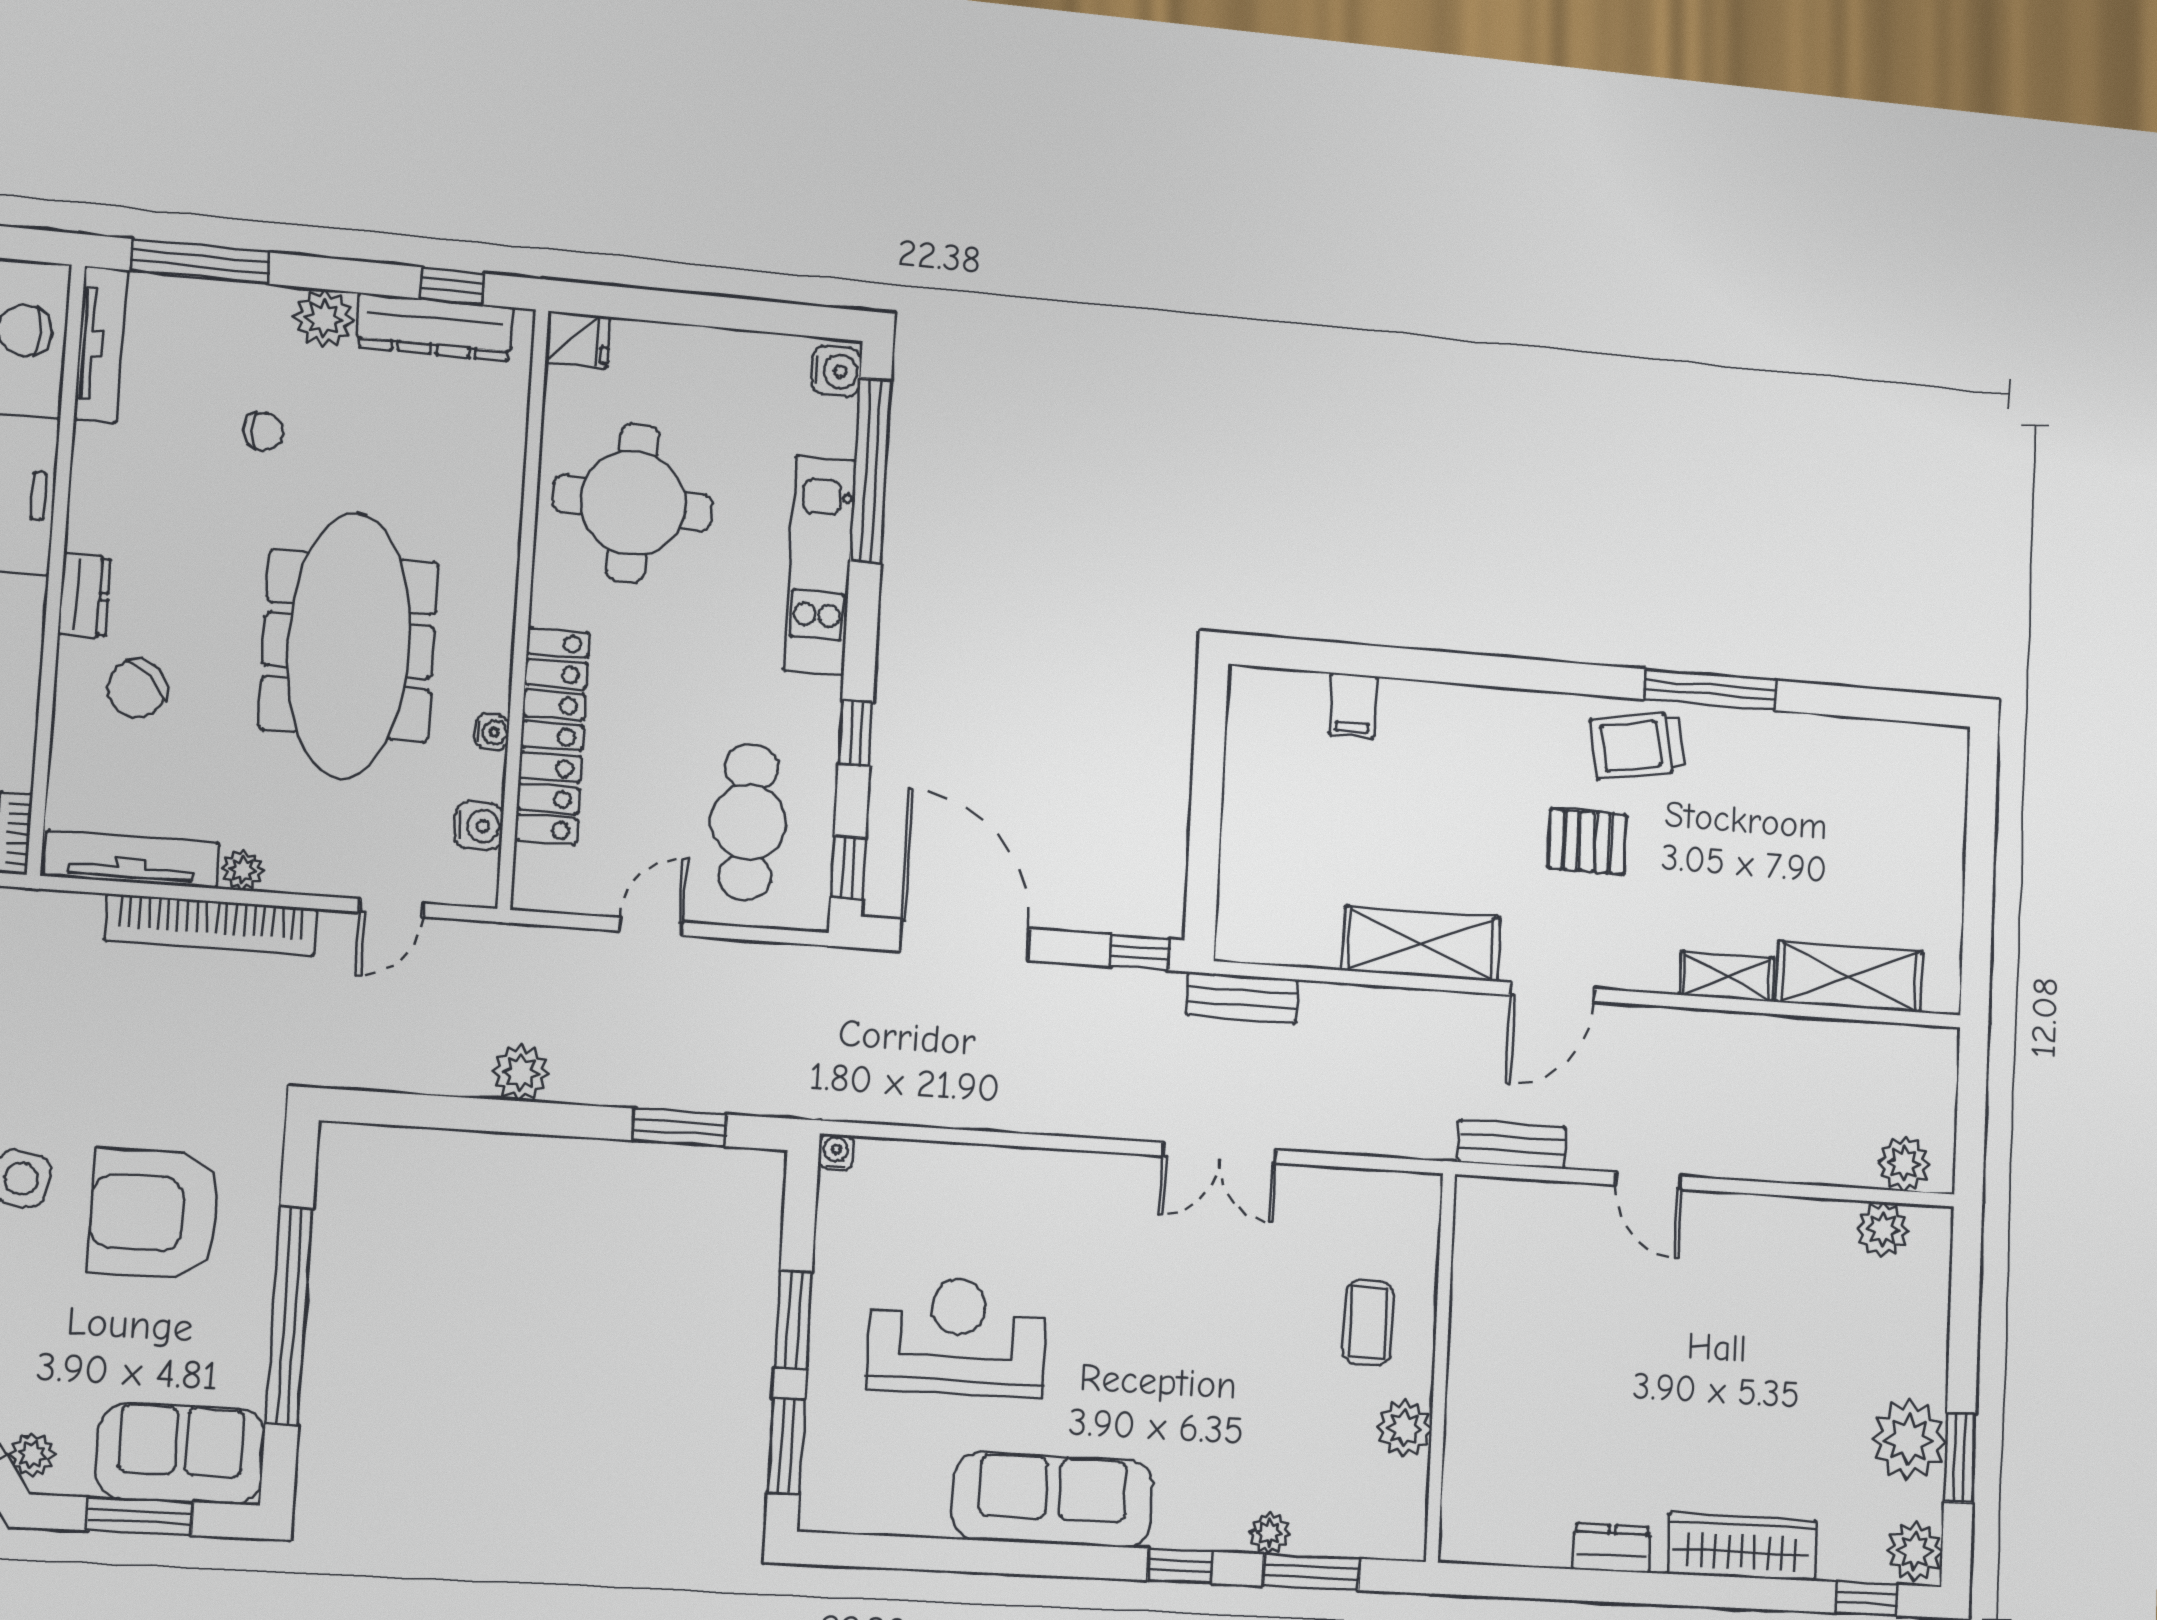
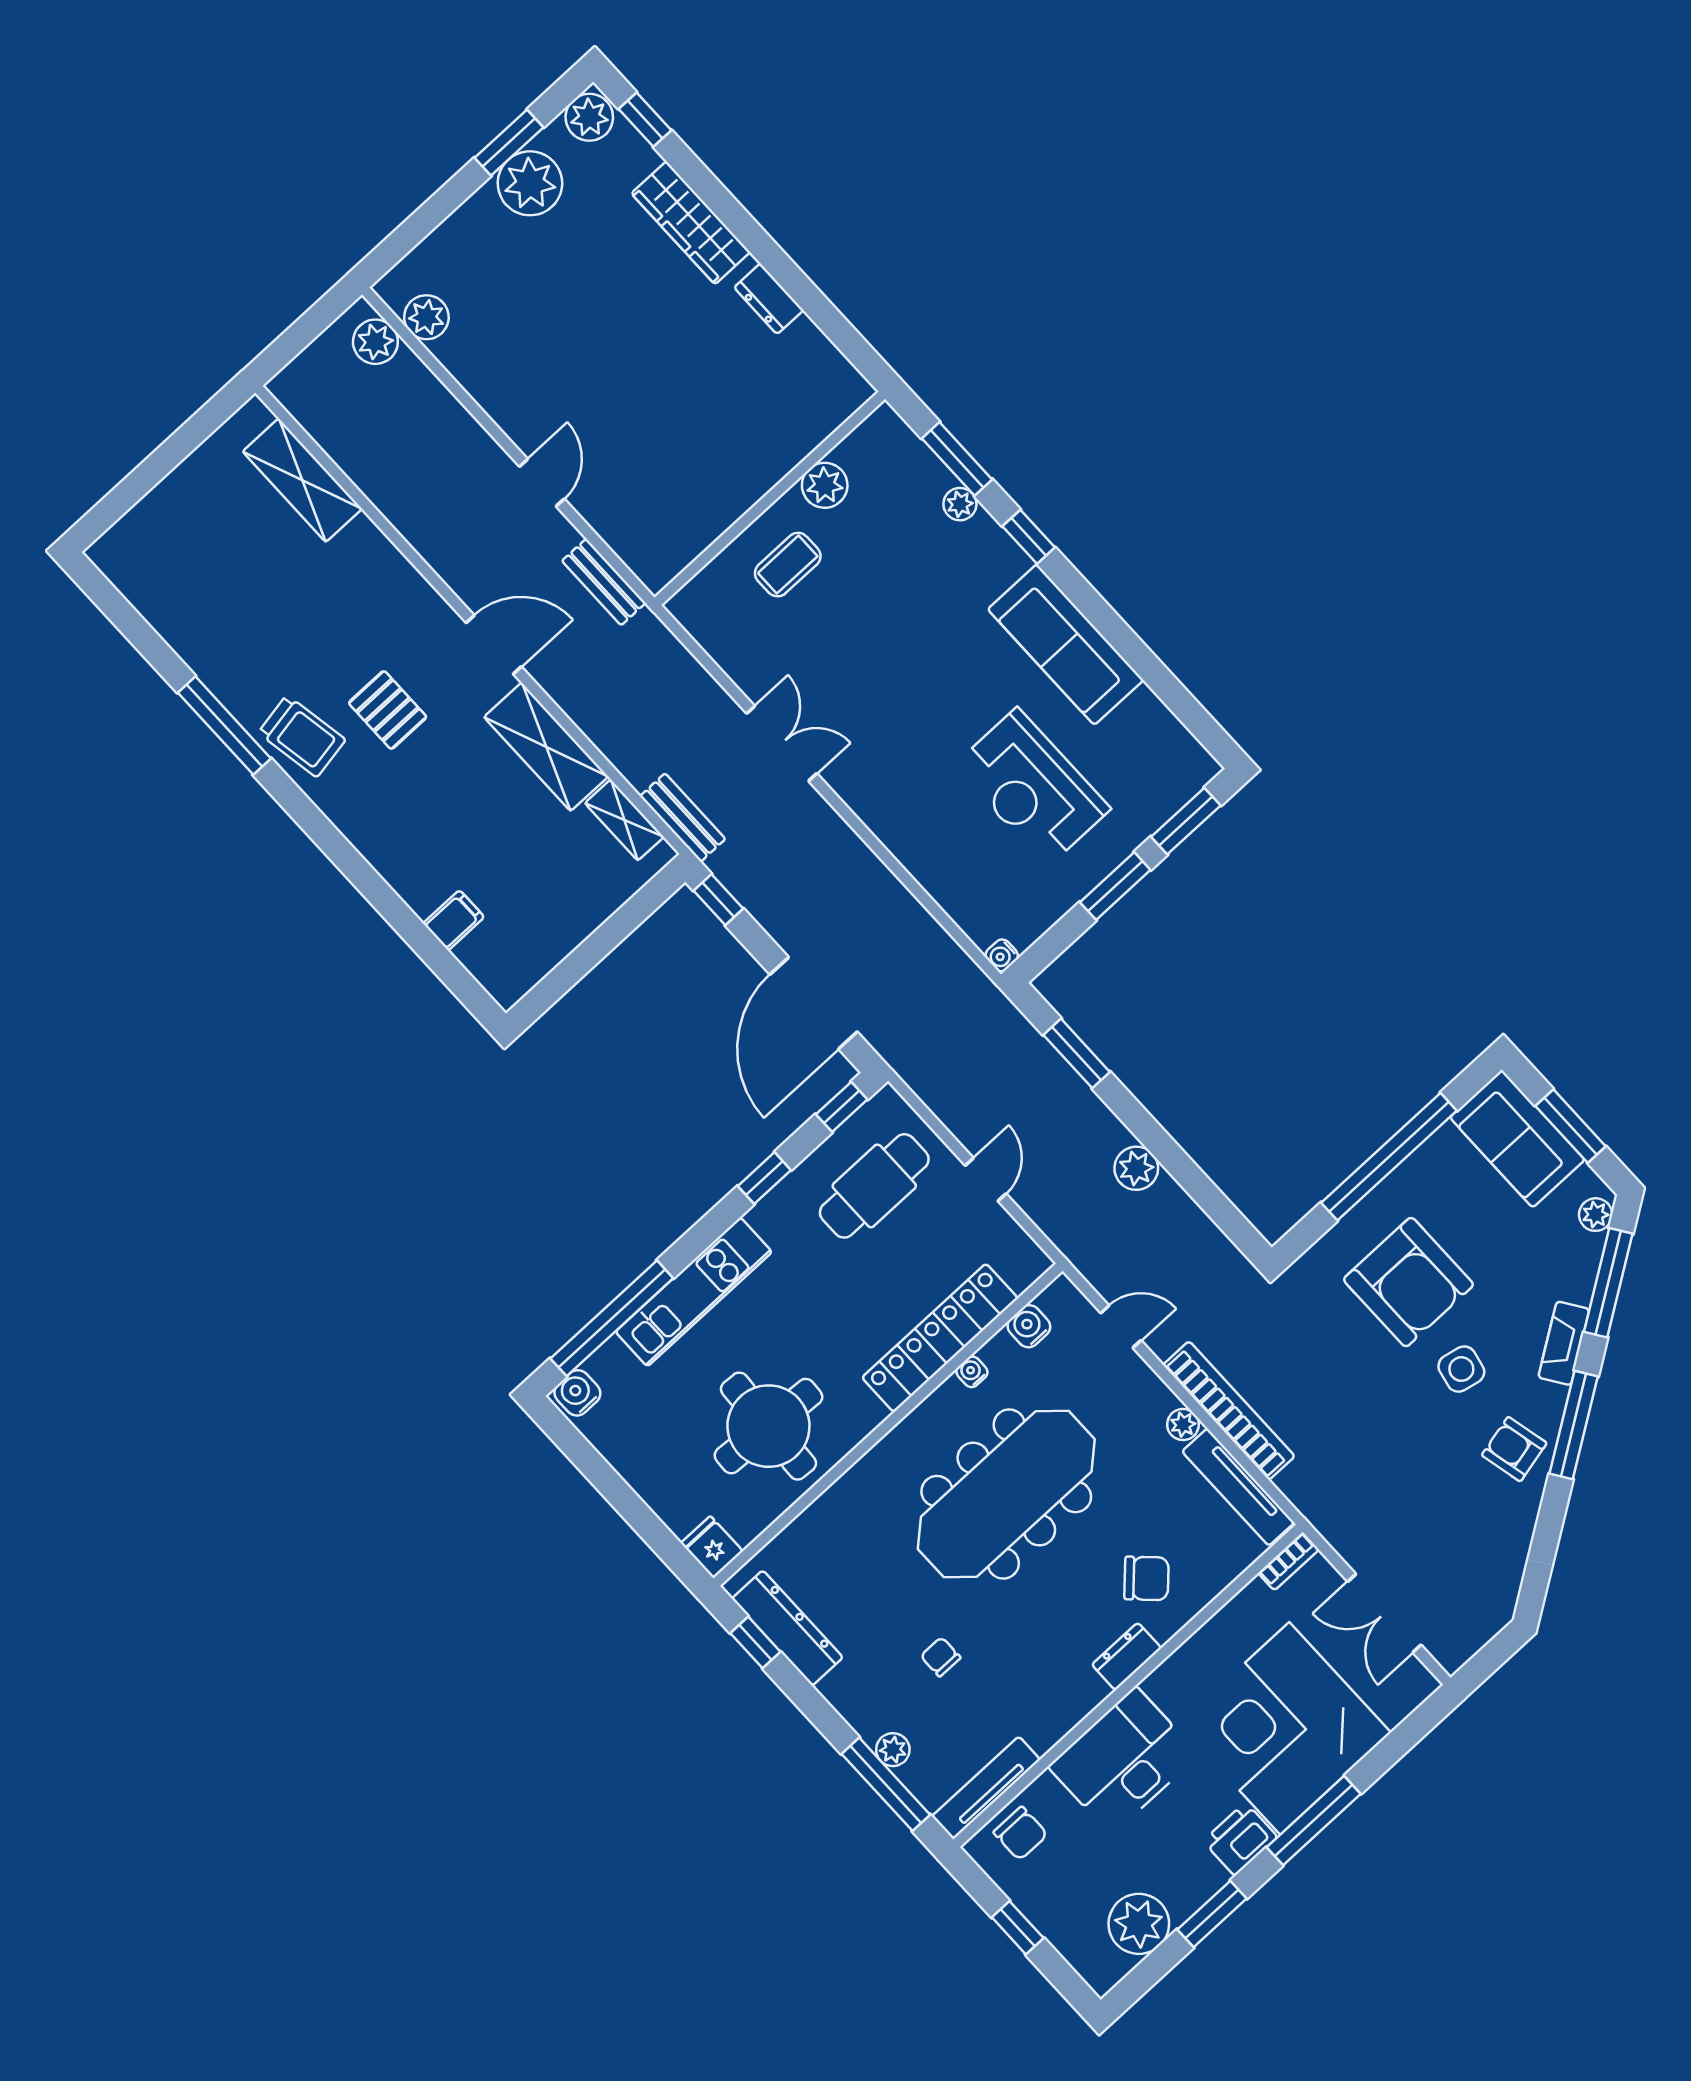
plant: (324, 318) -> (893, 1750), moved, width x0.73, depth x0.73
door: (651, 927) -> (986, 1180), swing flipped
shelving: (1727, 976) -> (624, 820), moved

